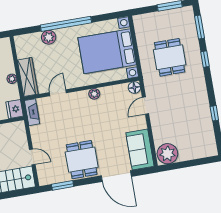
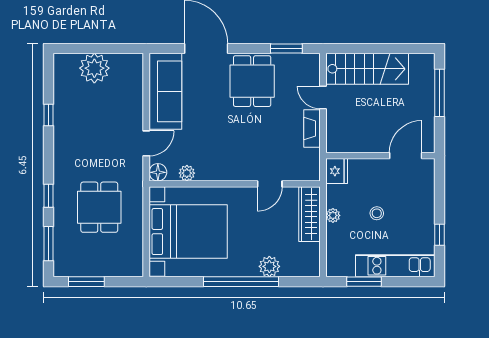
plant: (94, 94) -> (187, 173), moved
fireplace: (32, 112) -> (312, 128), moved
sofa: (140, 149) -> (165, 91), width x1.36
plant: (167, 154) -> (94, 68), moved

